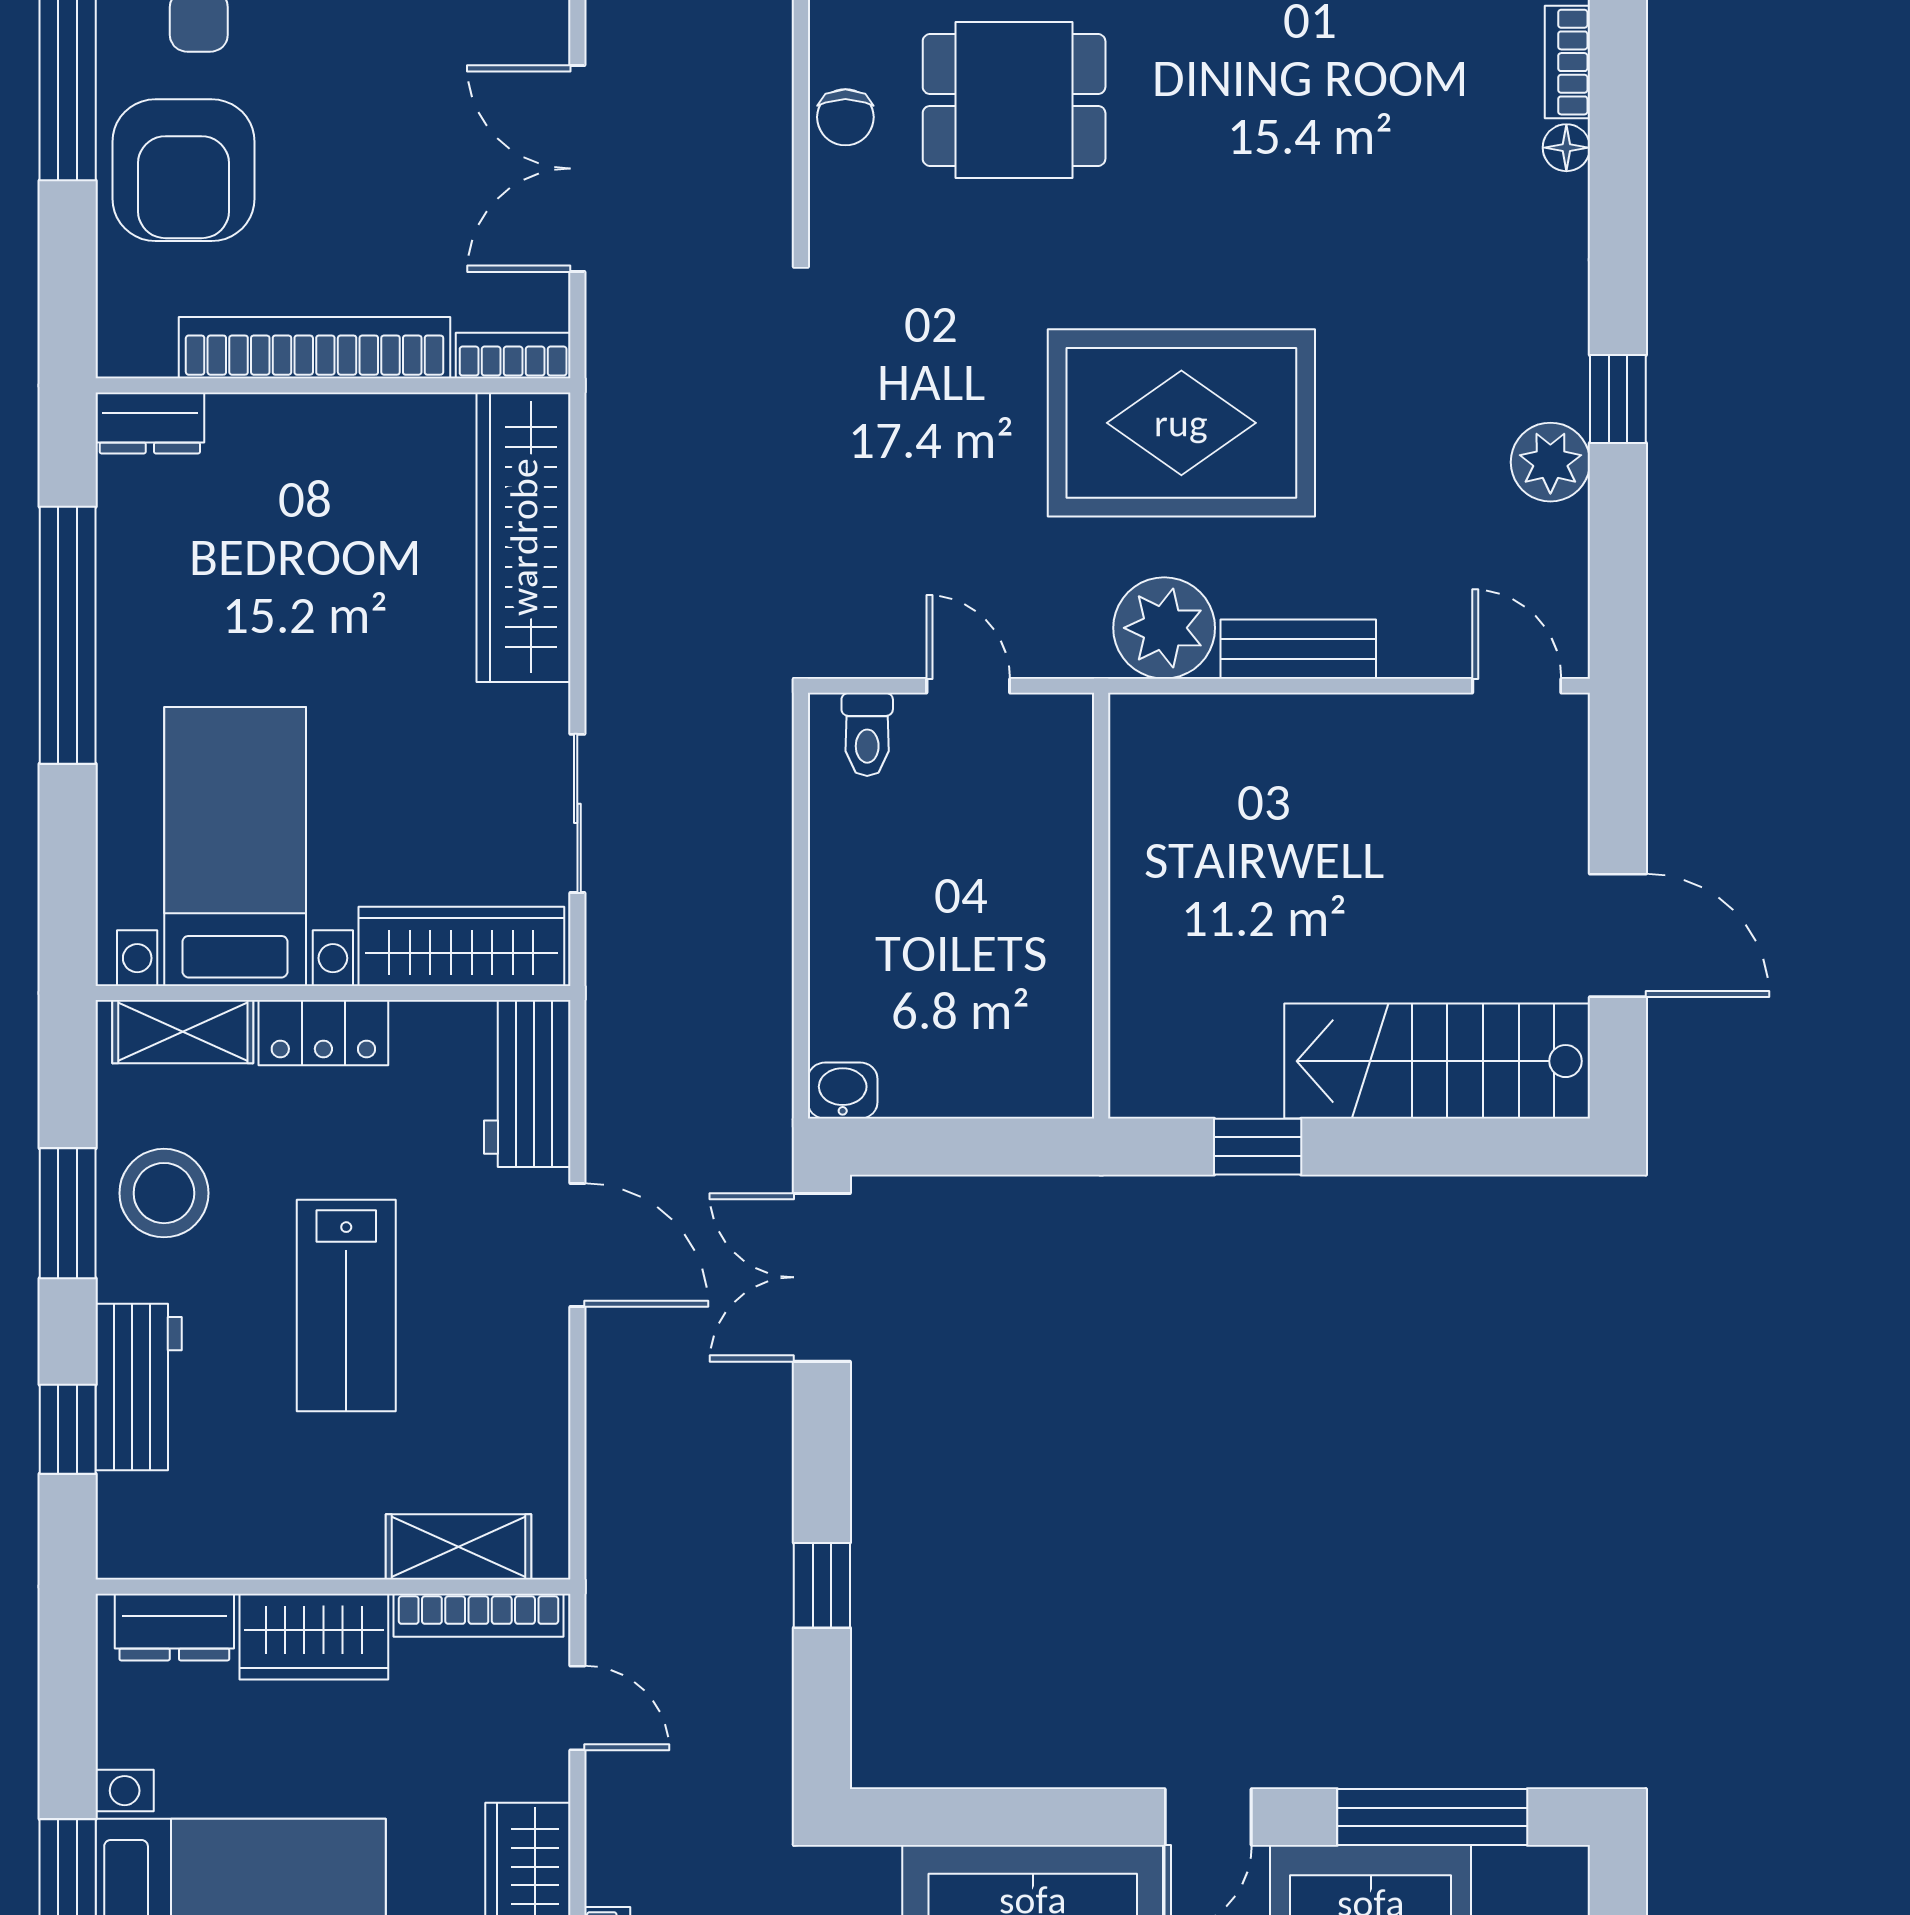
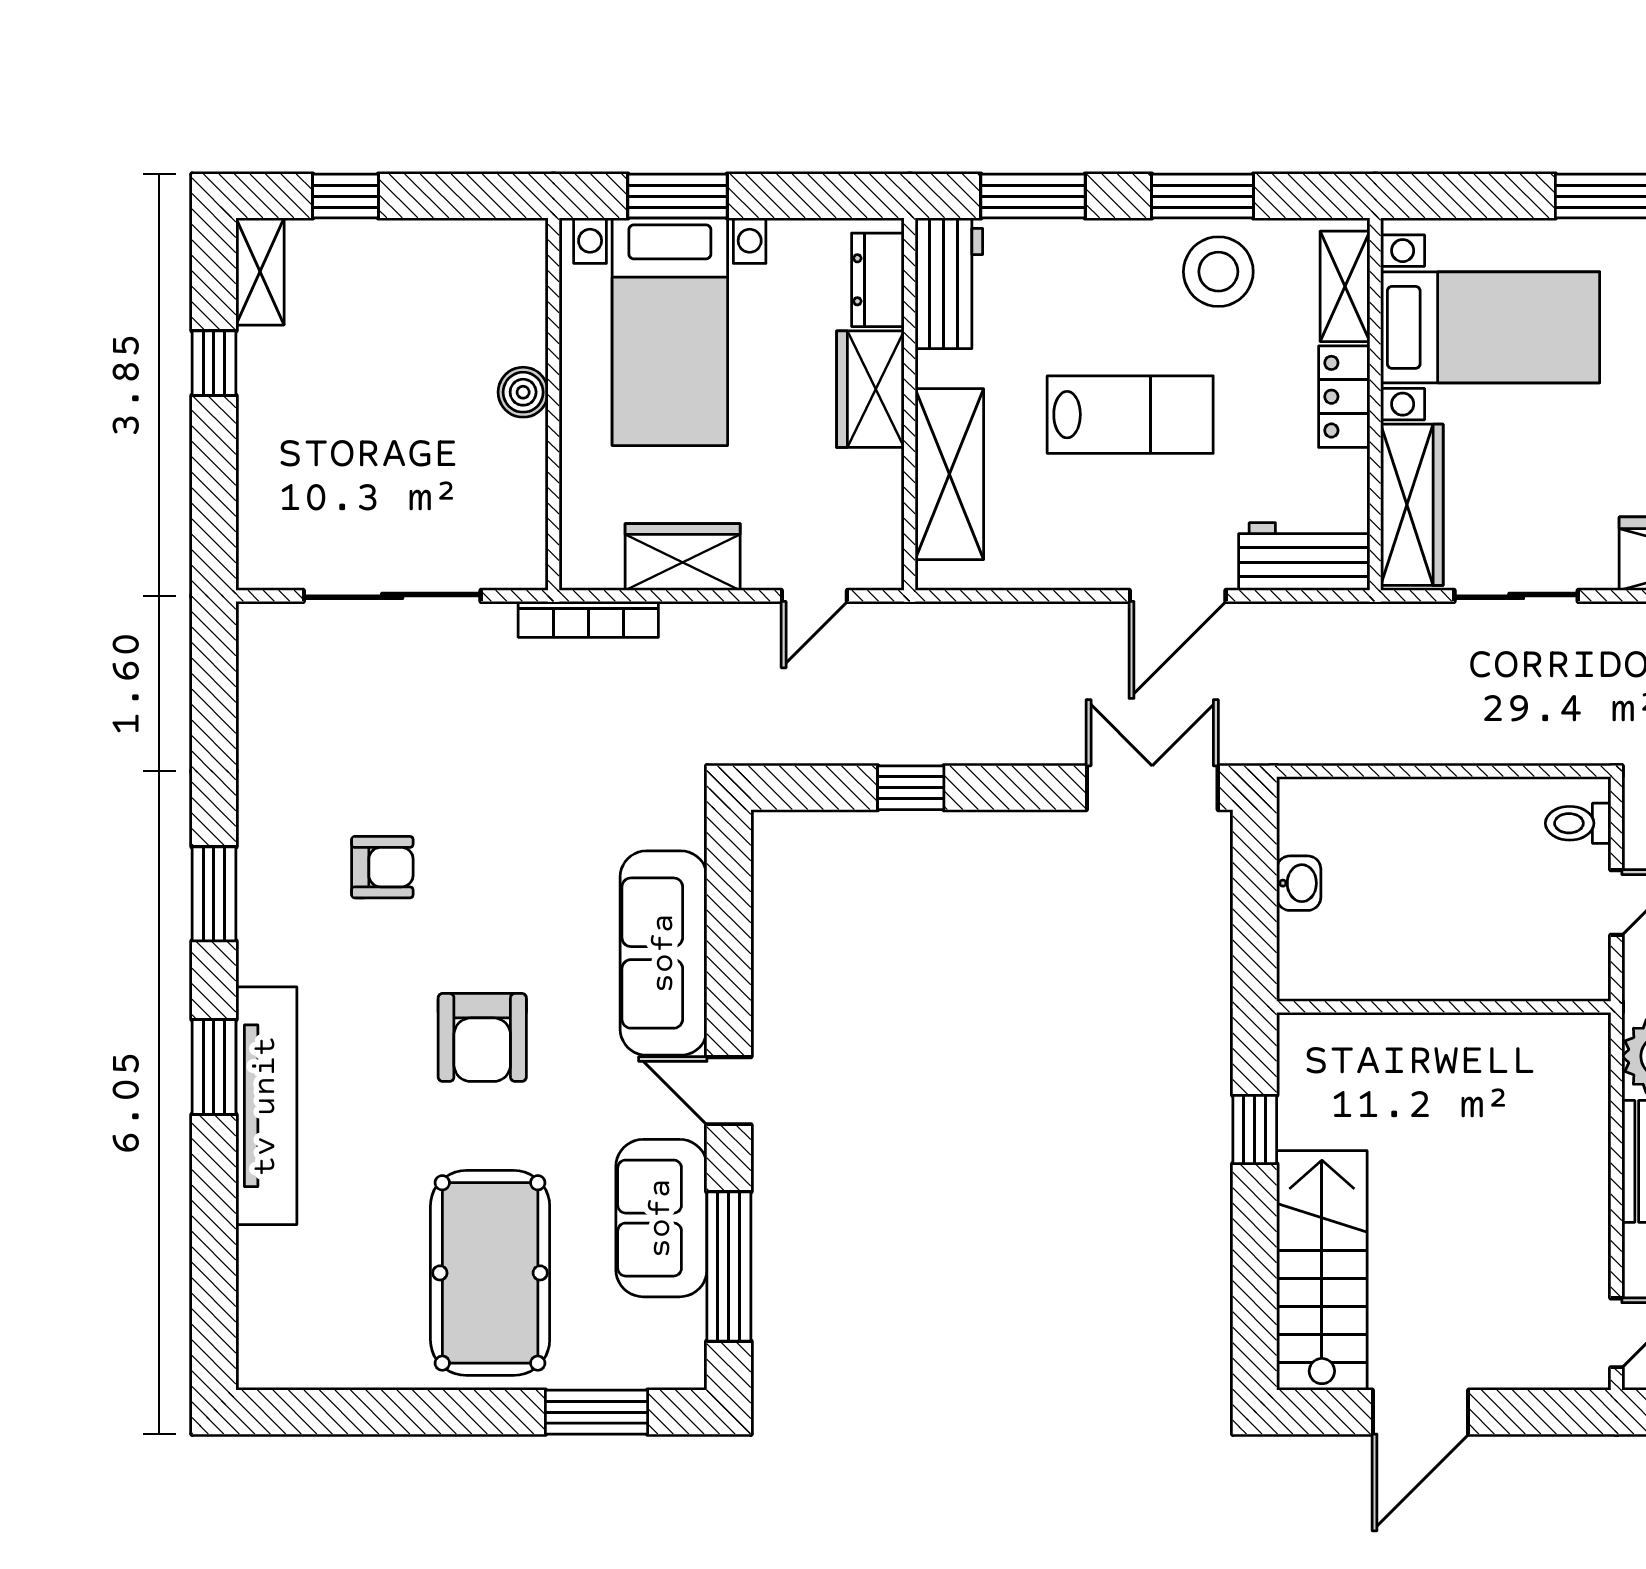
washbasin: (843, 1091) -> (1299, 883), moved
lab bench: (346, 1305) -> (1130, 415), turned 180
workbench: (139, 1387) -> (949, 283), moved, turned -90
window: (68, 1429) -> (1033, 196), width x1.50
shelving: (458, 1547) -> (949, 474), width x1.50, depth x1.33
bookcase: (478, 1615) -> (887, 518), removed

